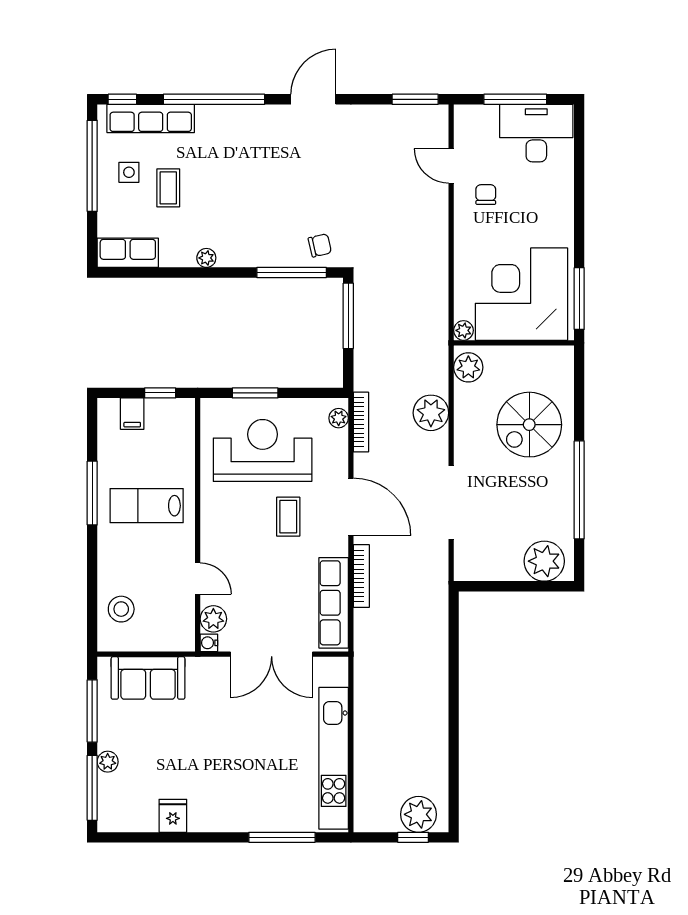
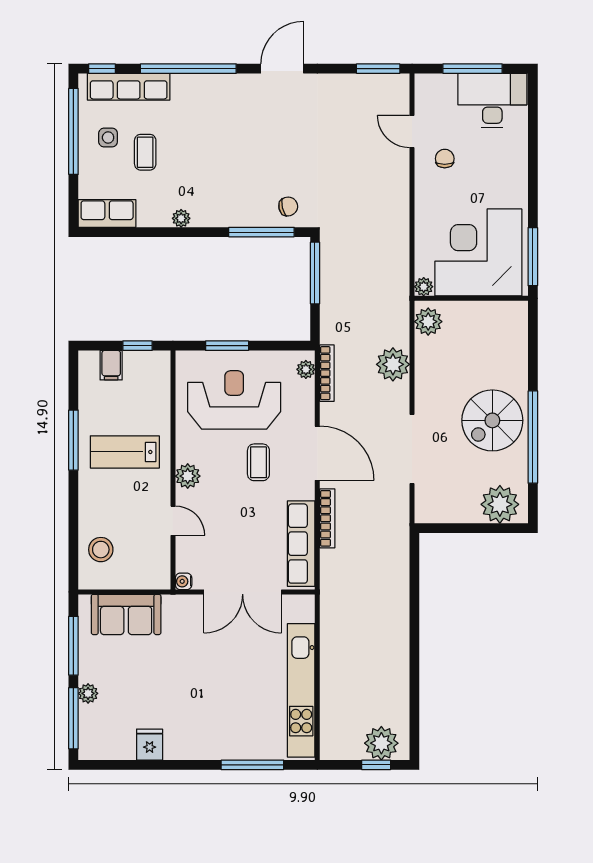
spiral stairs: (529, 425) -> (492, 420), moved
plant: (213, 619) -> (188, 476), moved

